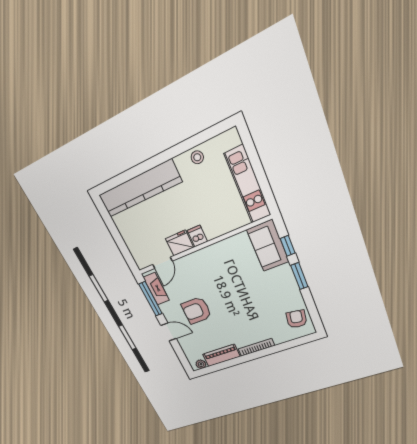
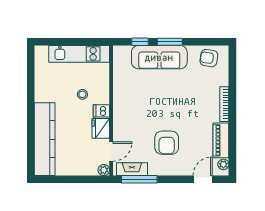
stool: (197, 157) -> (82, 94), moved
sofa: (268, 246) -> (159, 57), moved, width x1.36
plant: (142, 263) -> (104, 170), added
door: (162, 263) -> (111, 152), hinge flipped
door: (168, 332) -> (203, 179), moved

